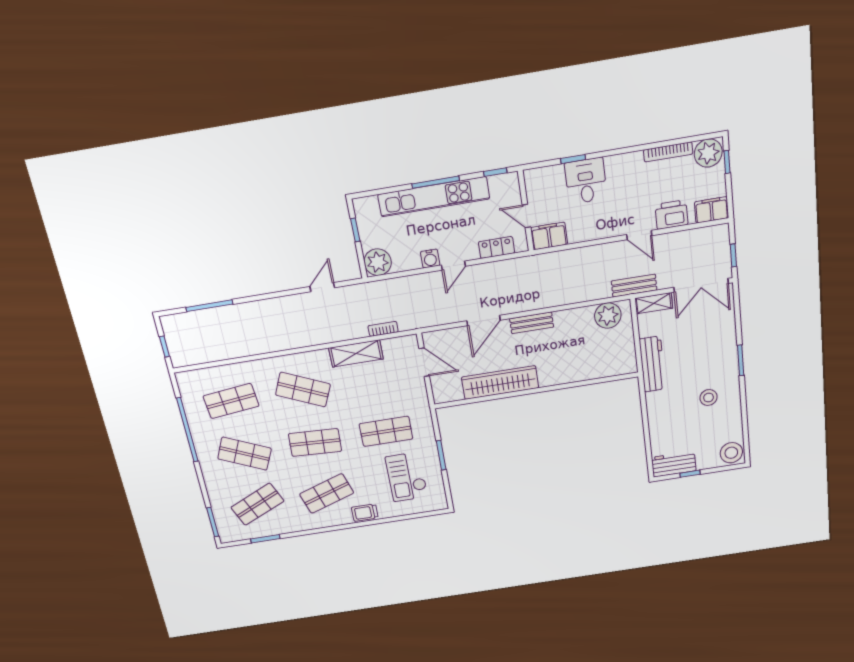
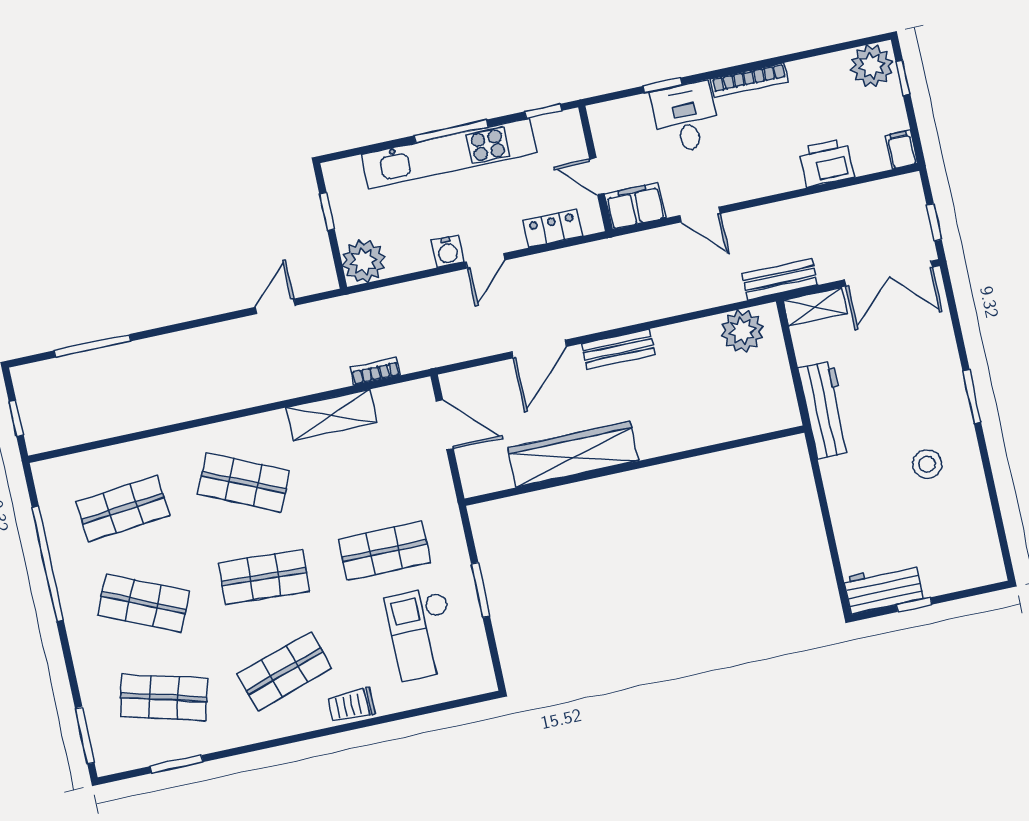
bookcase: (668, 152) -> (749, 80), moved
filing cabinet: (712, 210) -> (901, 150), width x0.50
door: (639, 235) -> (700, 214), moved
stool: (731, 453) -> (980, 562), removed
shop shelf: (257, 504) -> (164, 697), turned 39

